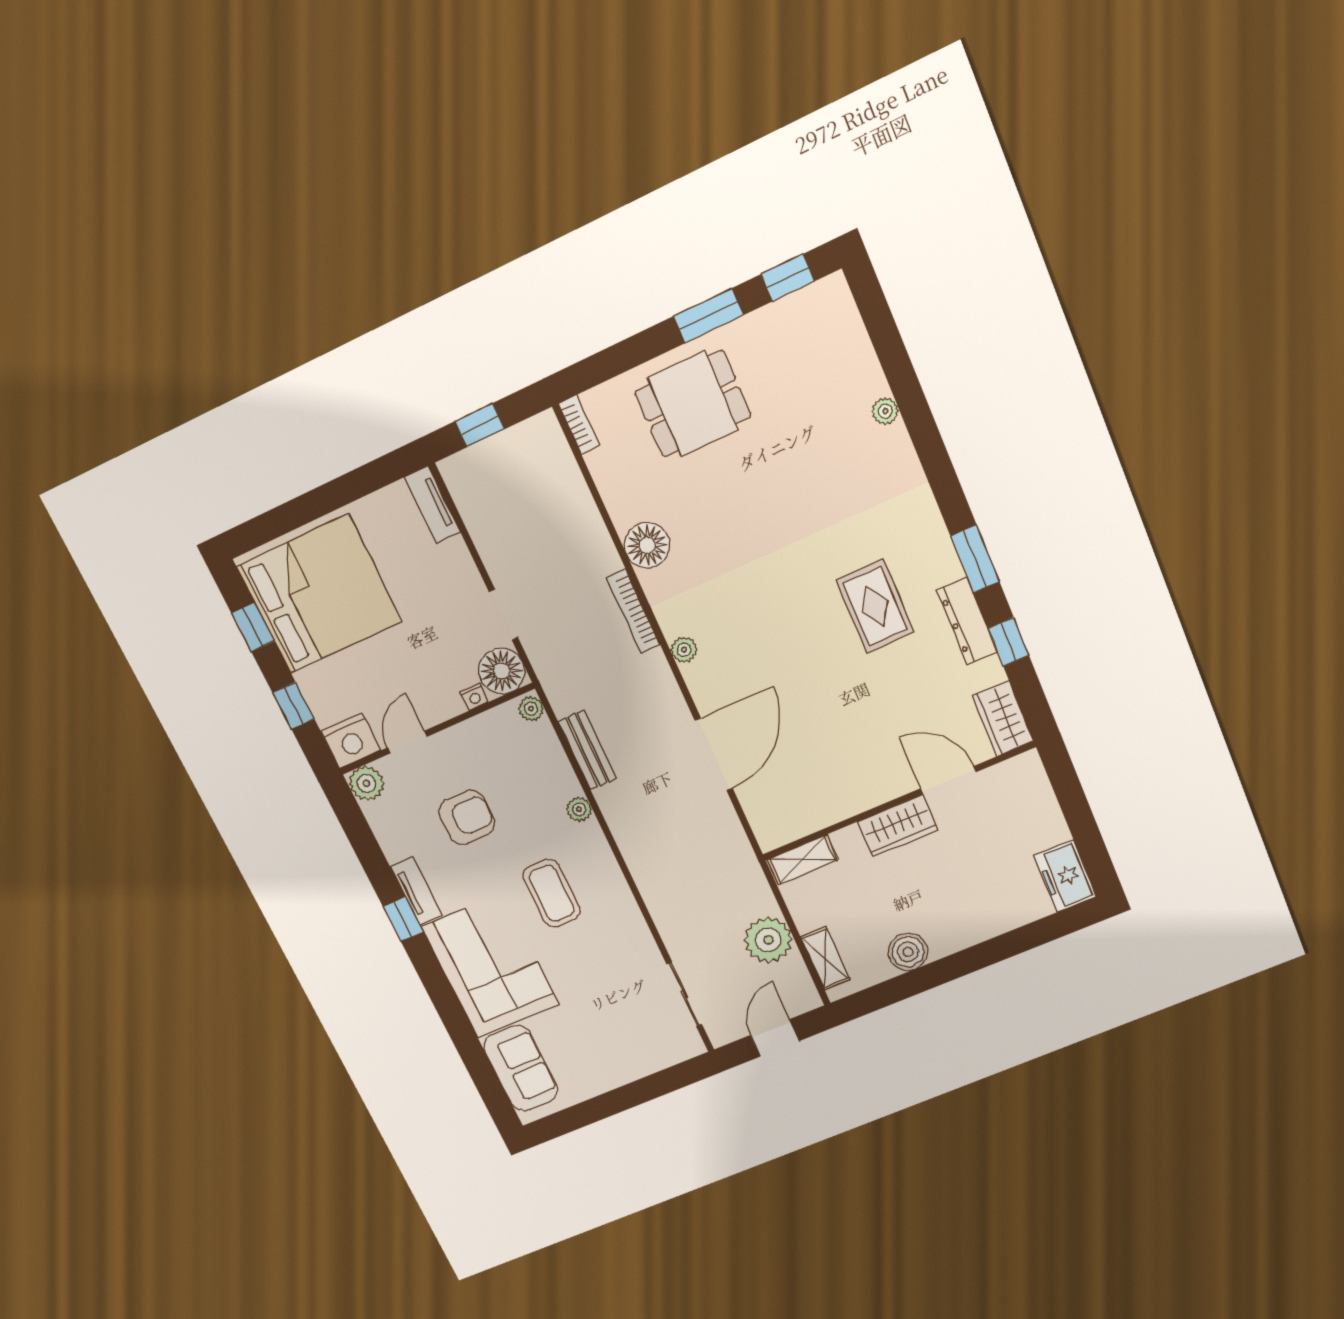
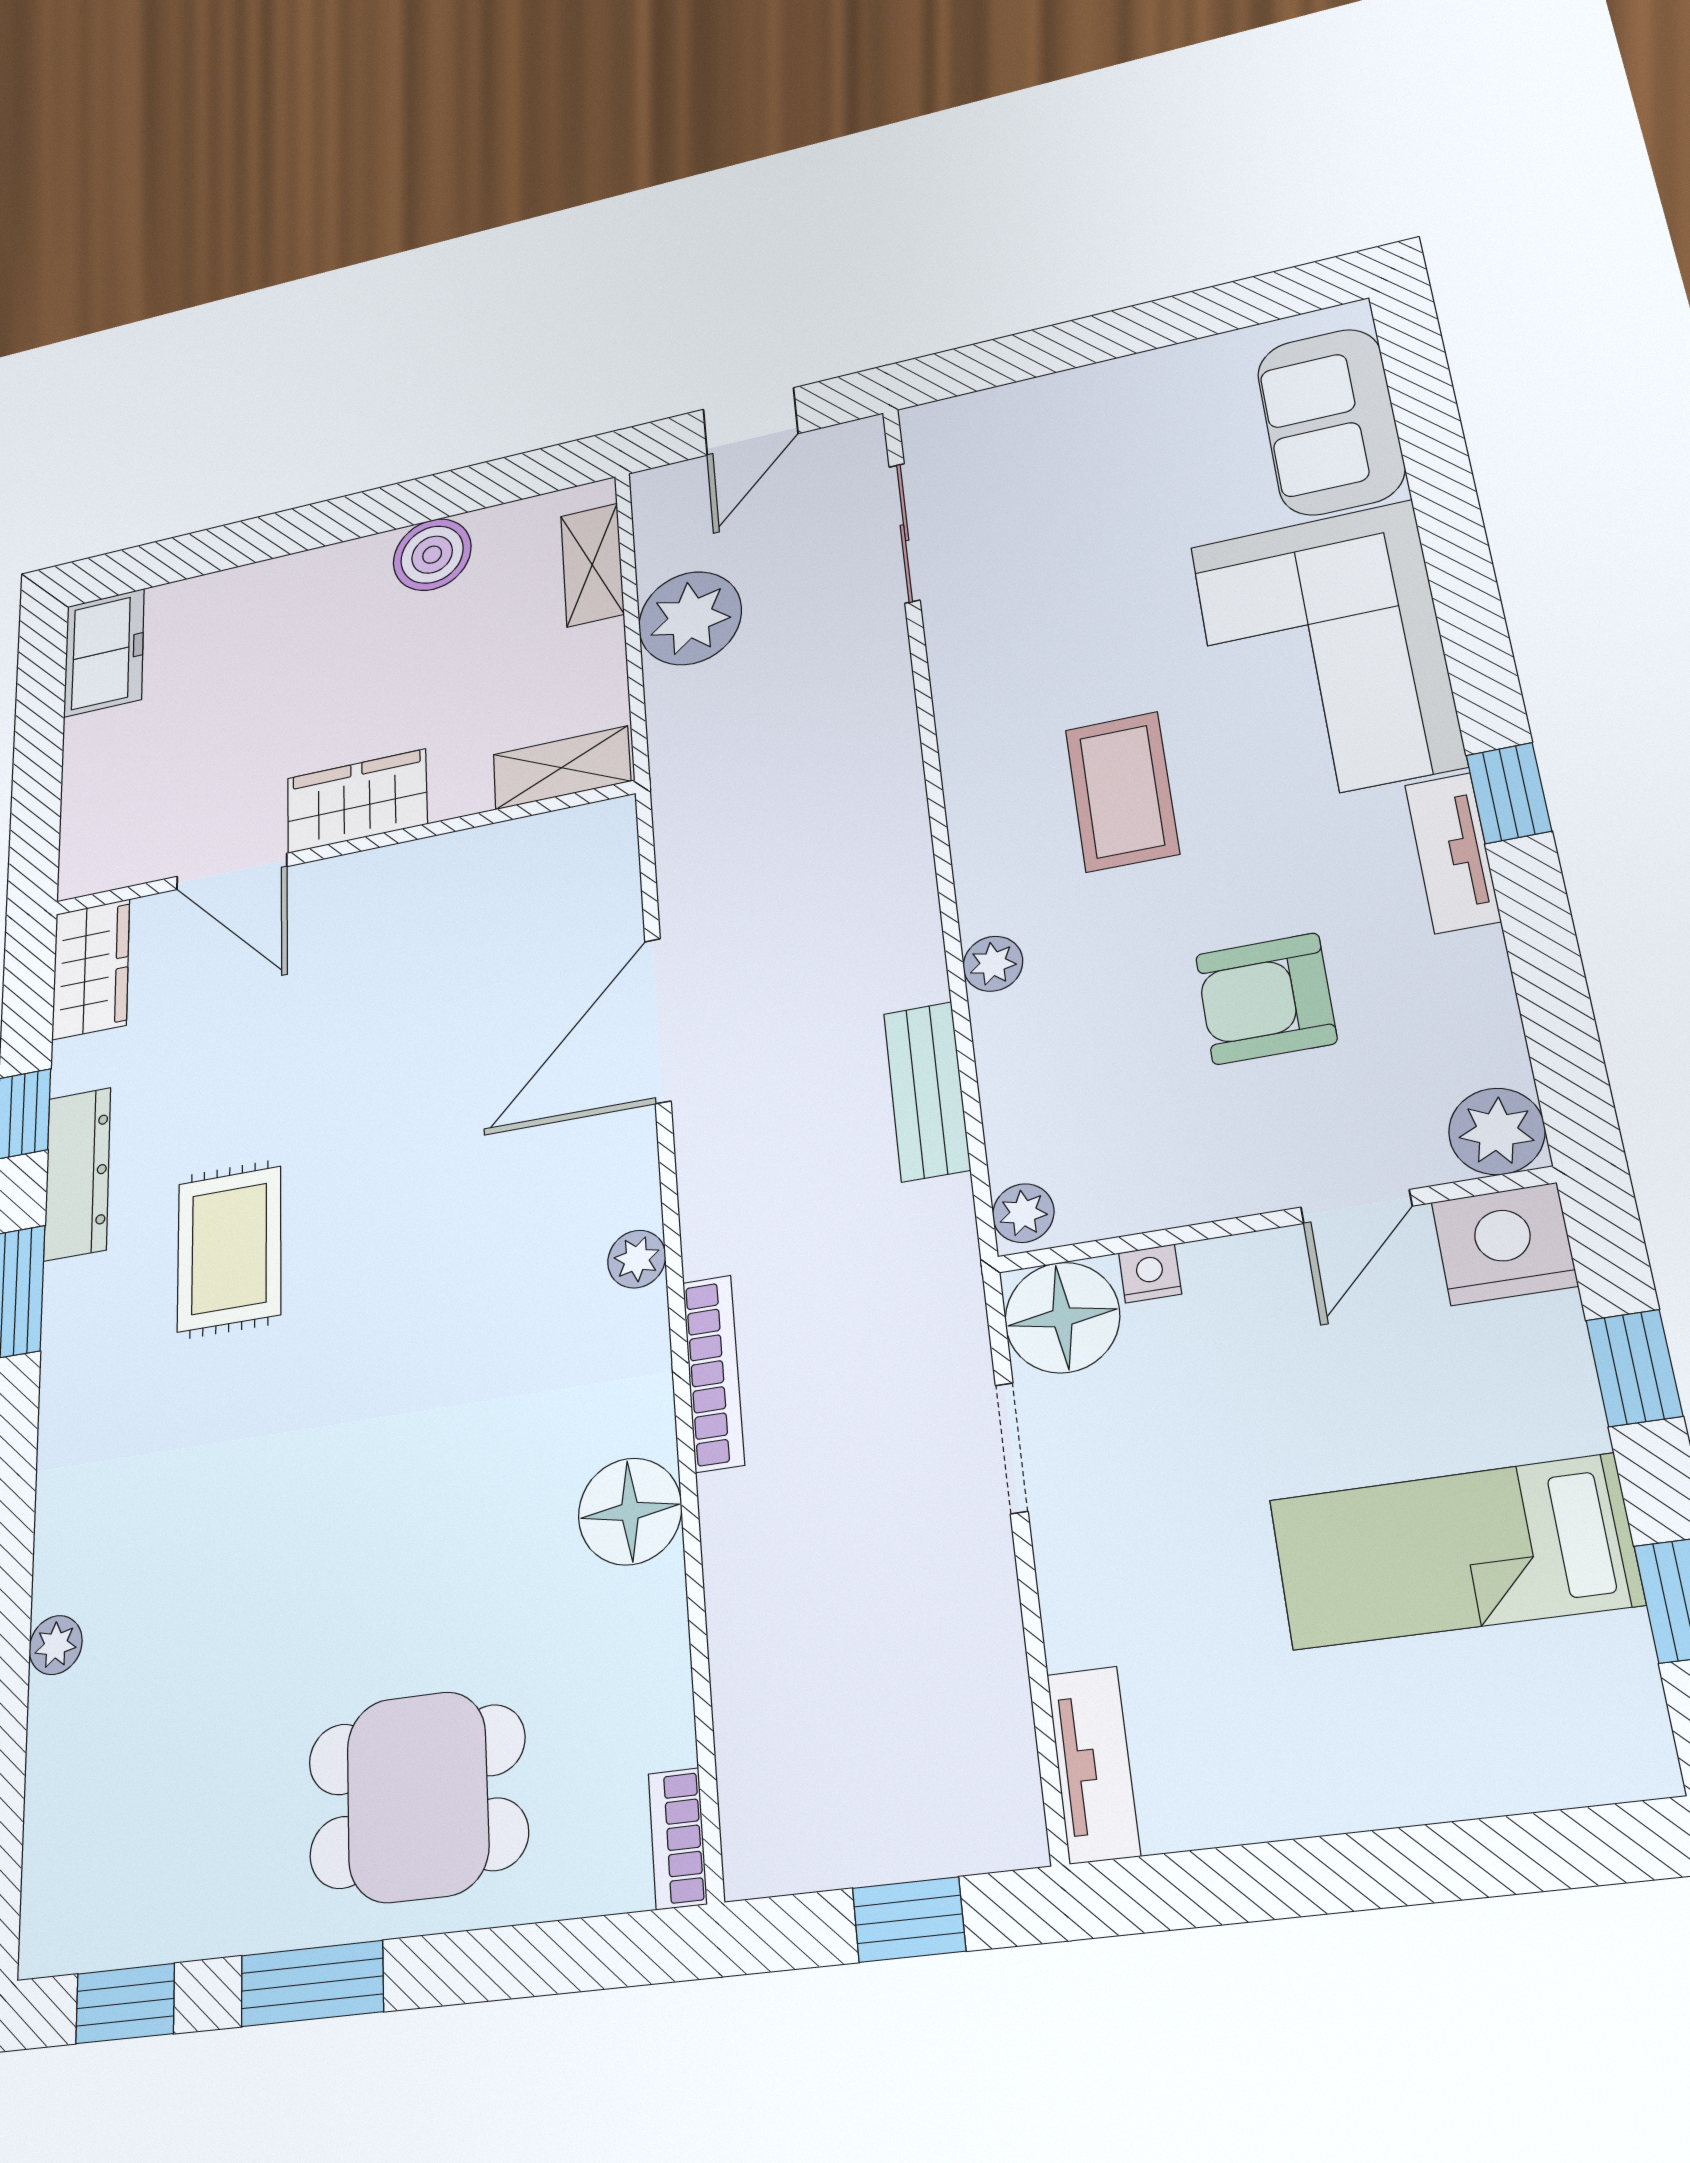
bed: (319, 594) -> (1453, 1552), width x0.49

